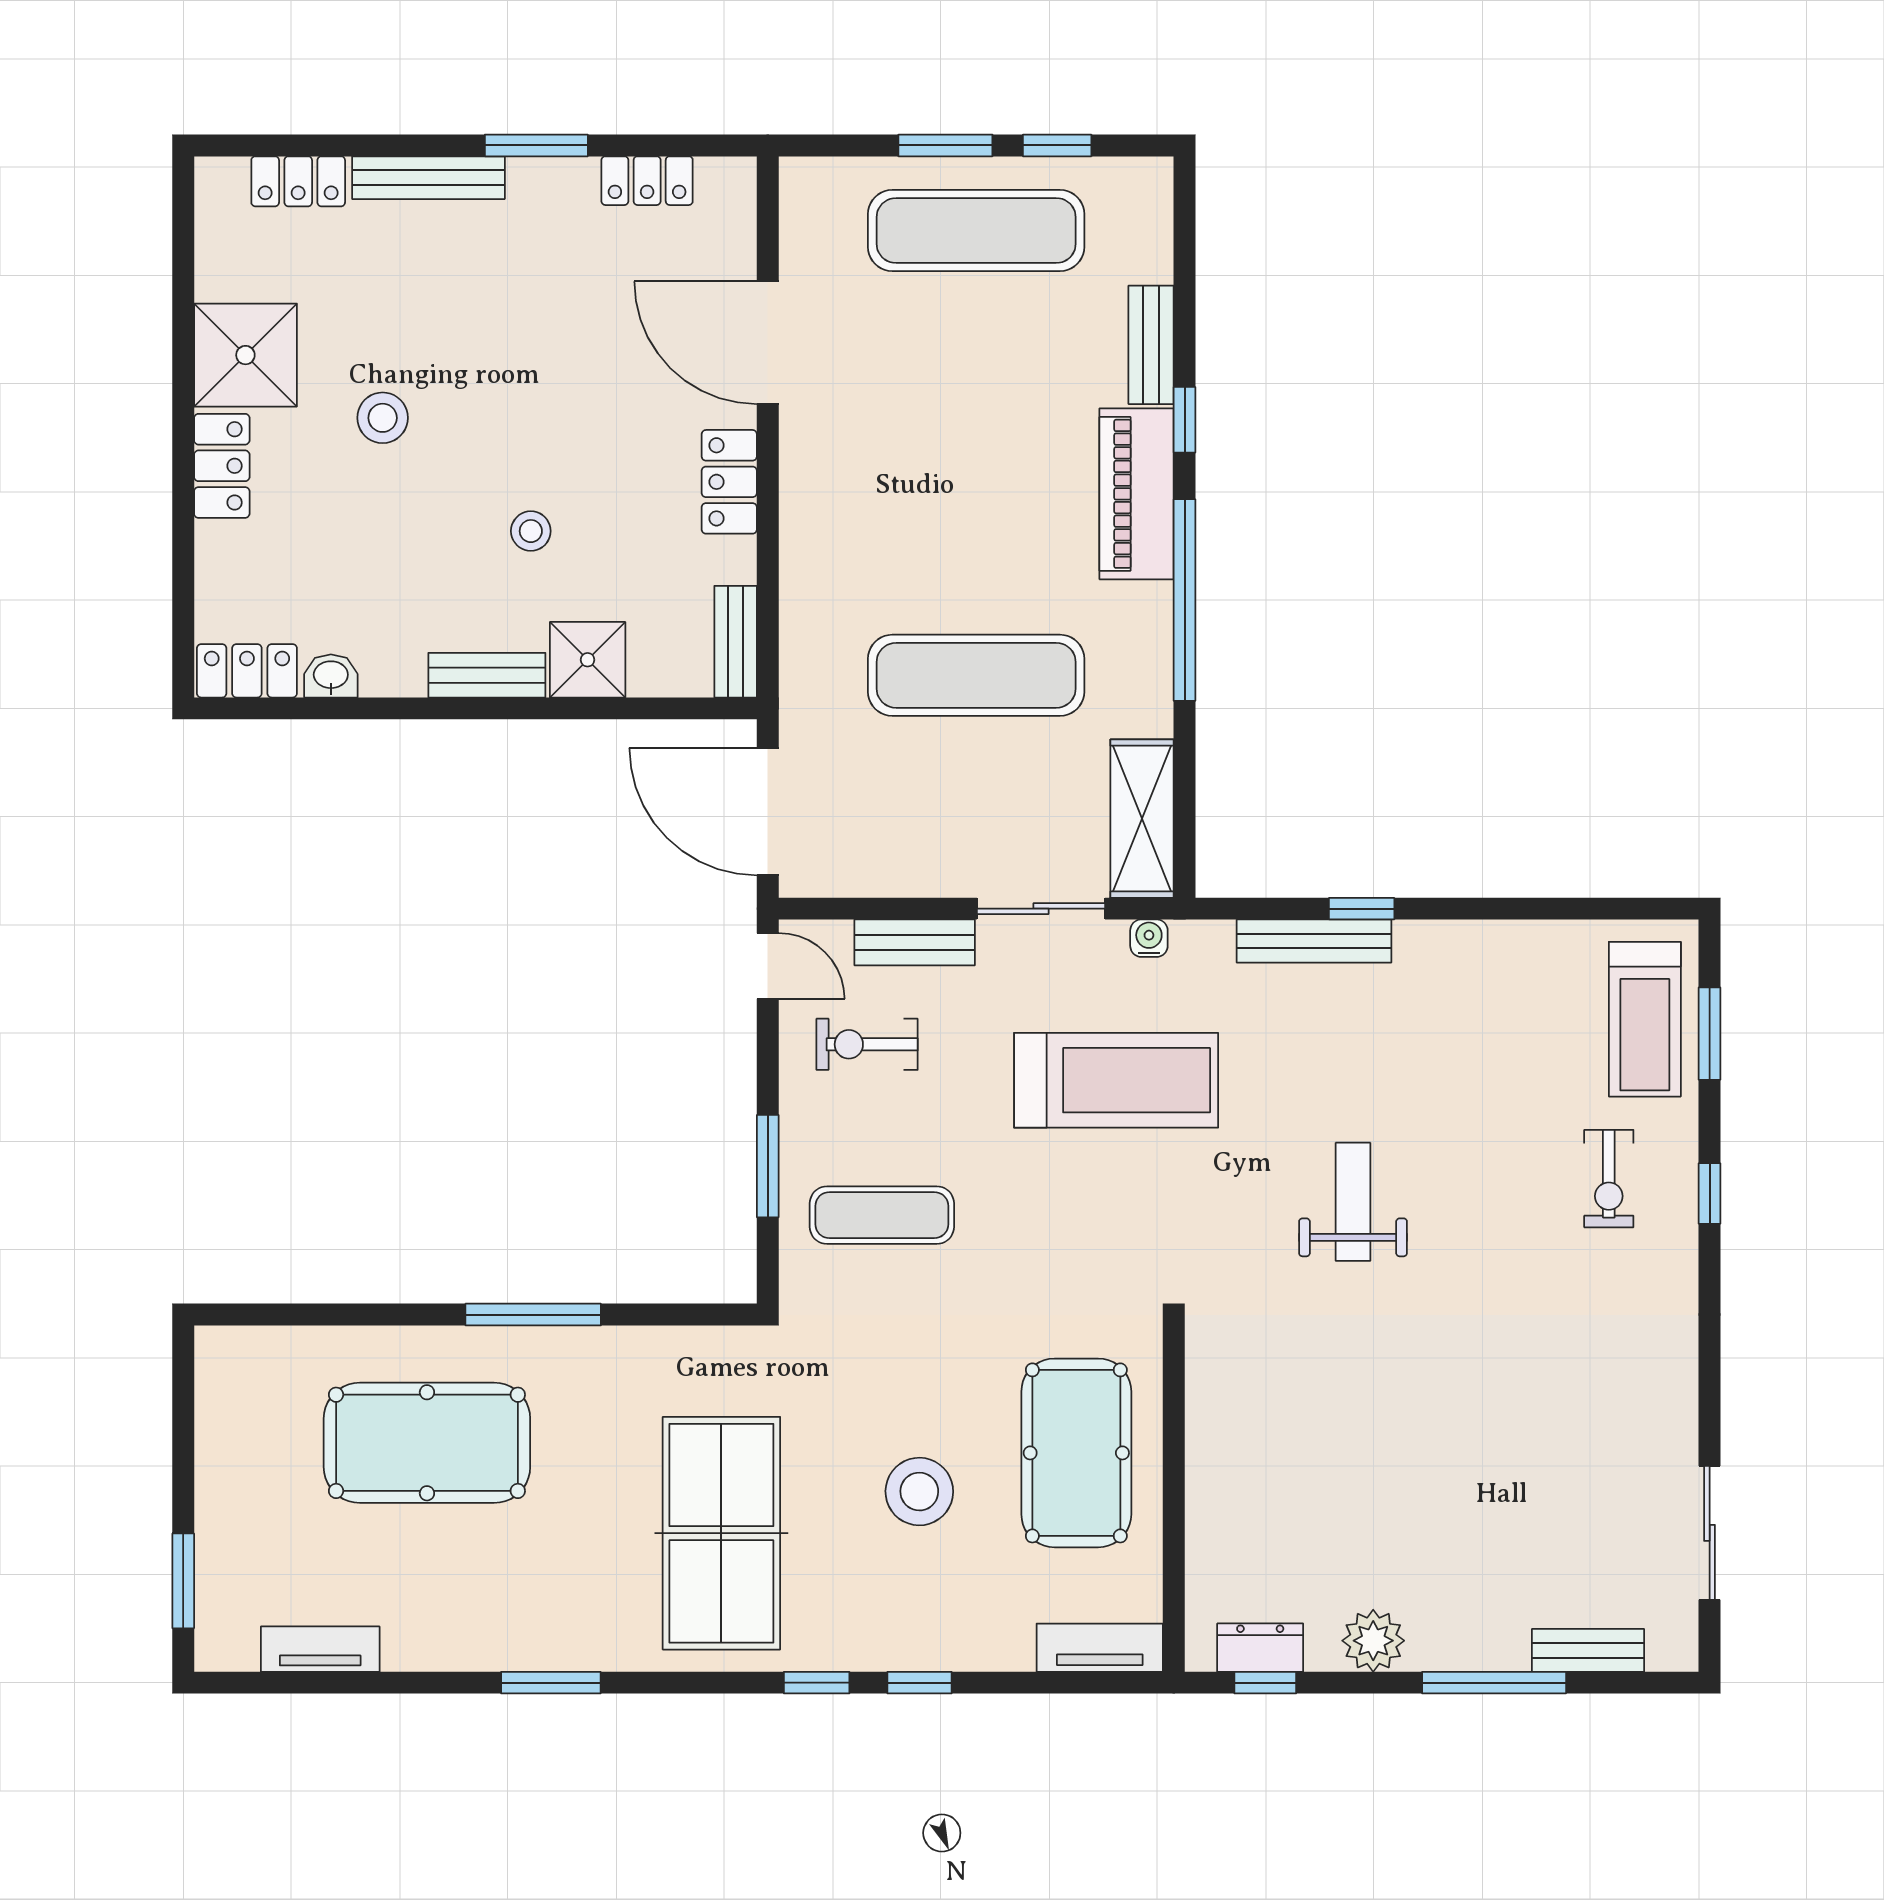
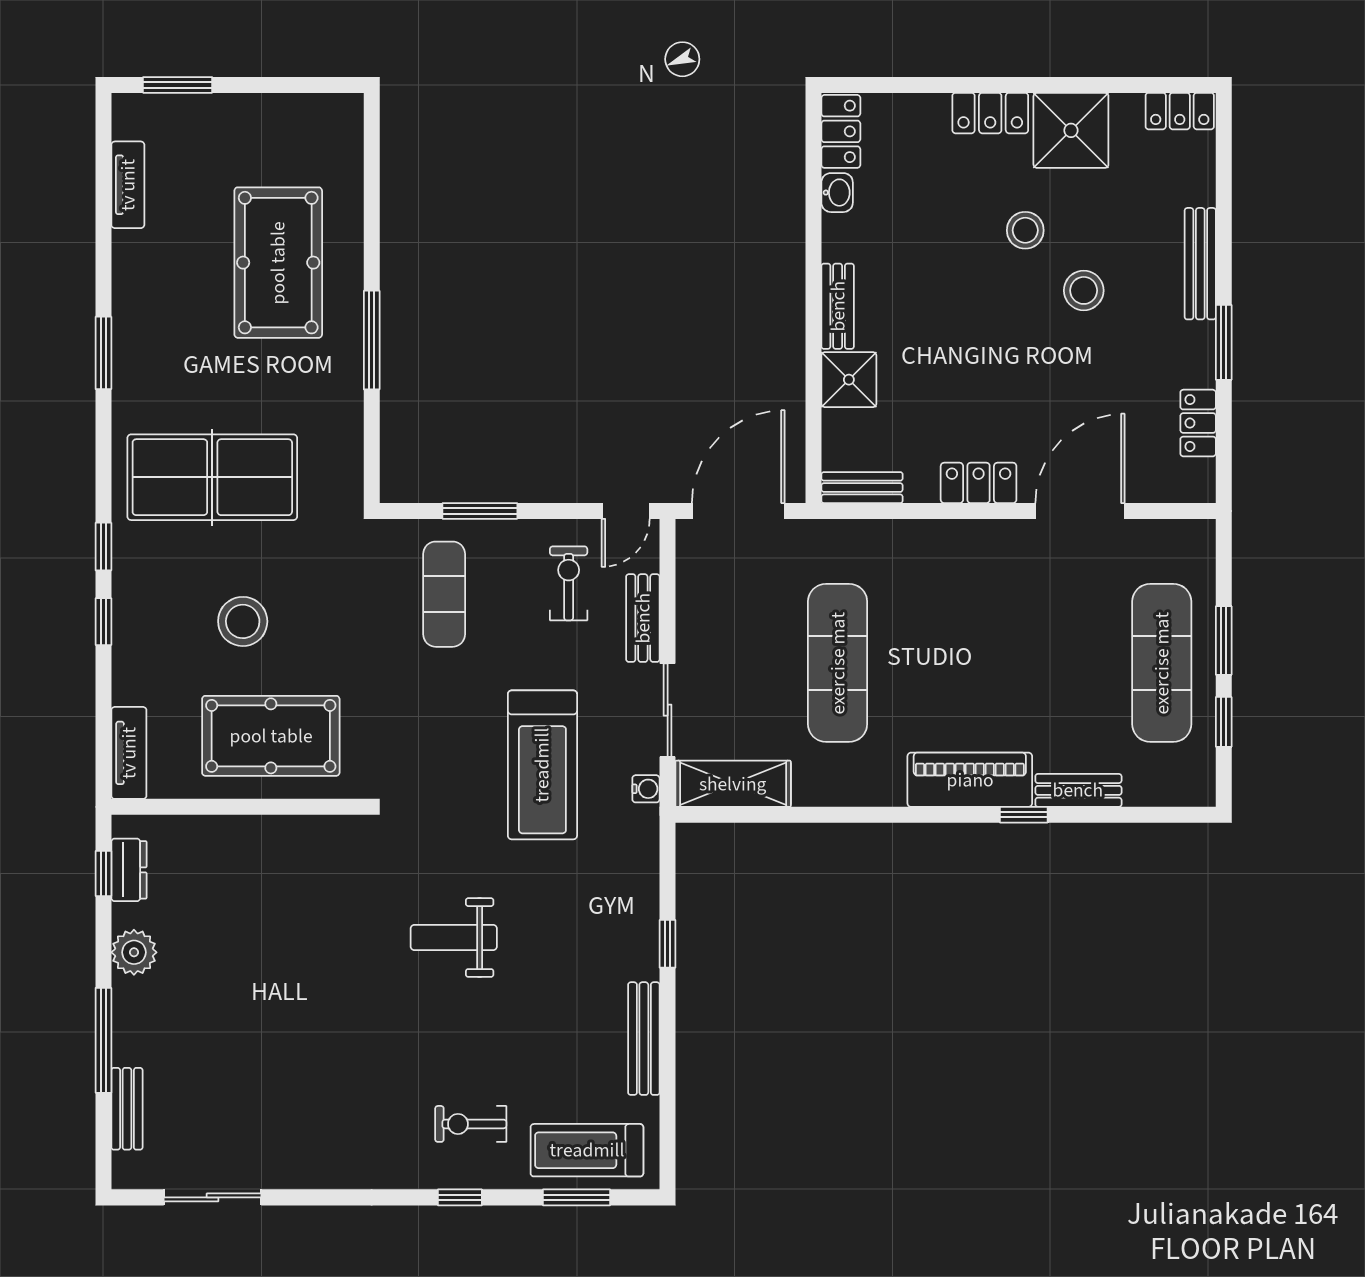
locker: (298, 181) -> (1180, 111), moved, turned -90
stool: (531, 531) -> (1084, 290), moved, width x1.37, depth x1.37
window: (1185, 600) -> (892, 815), removed
bench: (1314, 941) -> (644, 1039), moved
weight bench: (1353, 1202) -> (454, 938), turned 180

